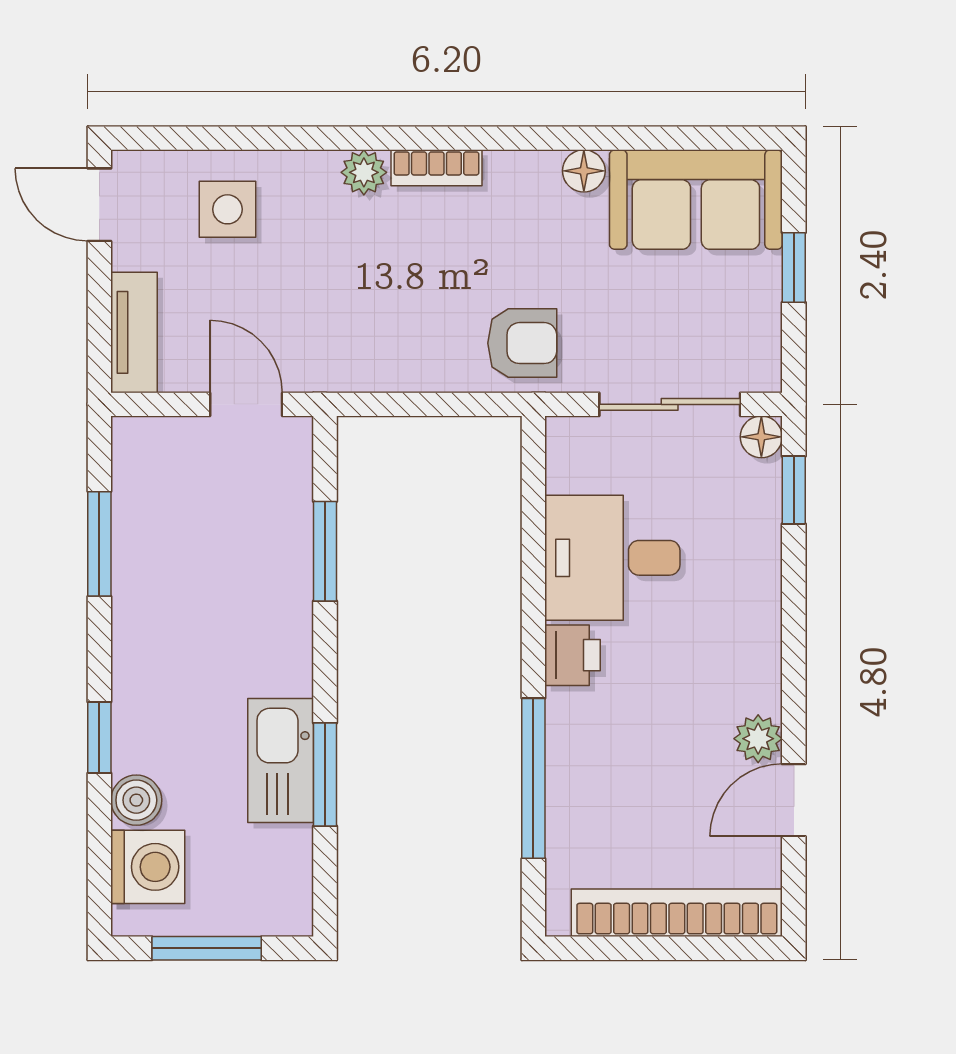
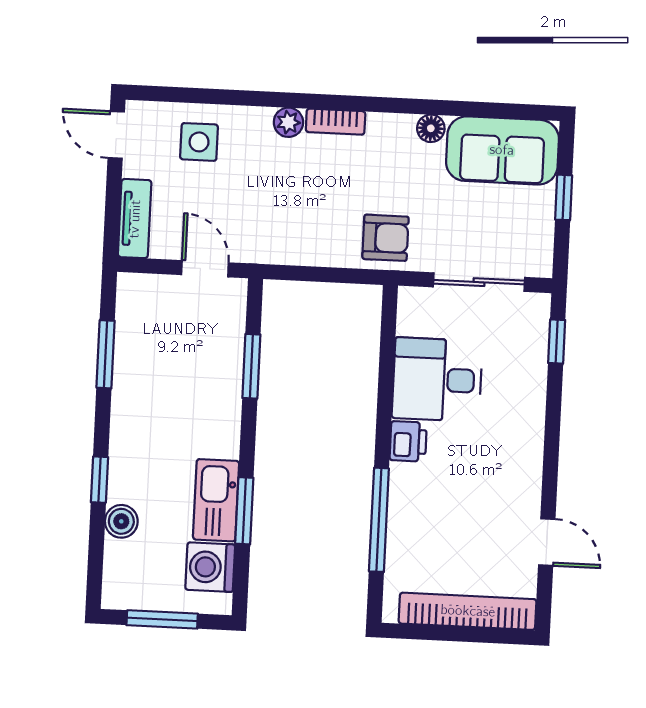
floor lamp: (761, 437) -> (537, 306), removed
plant: (758, 739) -> (526, 501), removed
door: (794, 800) -> (547, 542), swing flipped
washing machine: (148, 867) -> (210, 567), moved, turned 180

